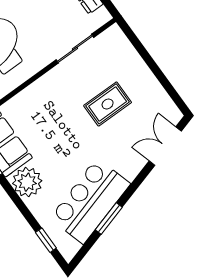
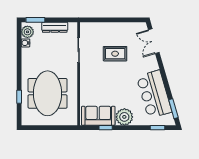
rug: (108, 104) -> (115, 54), turned 90
window: (109, 218) -> (173, 109), moved

